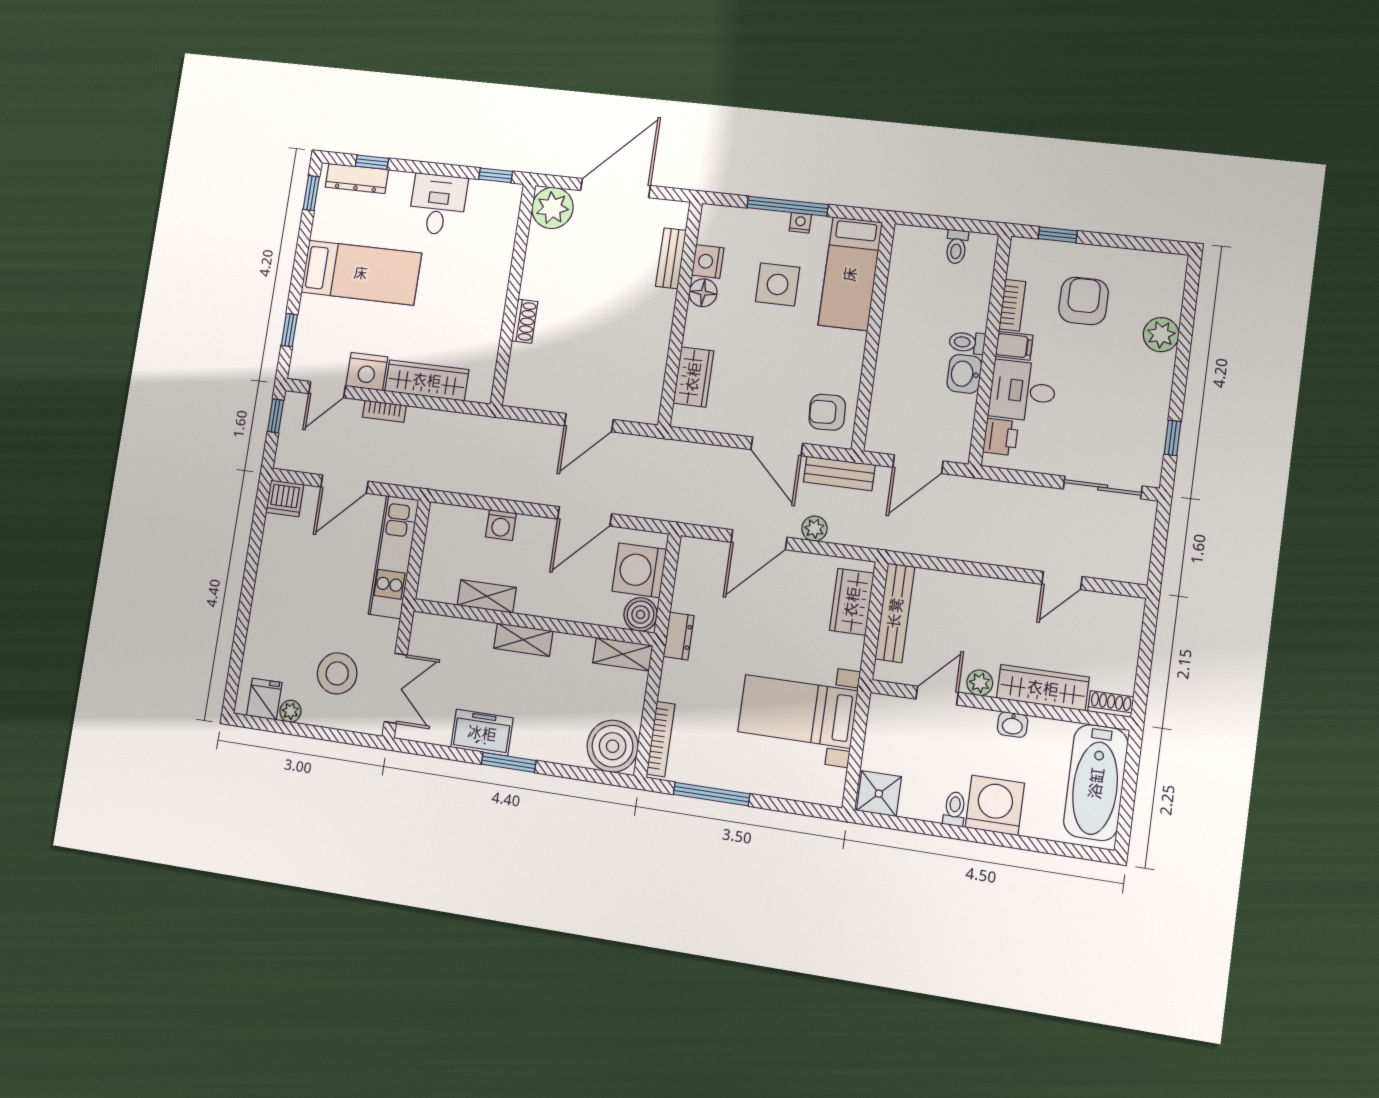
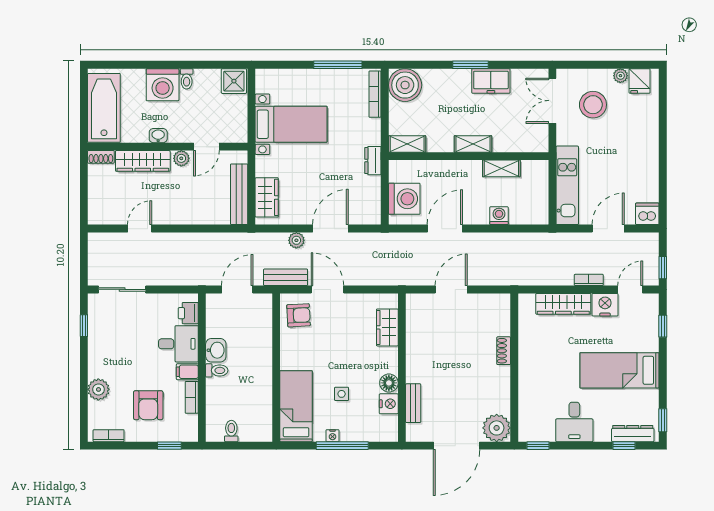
bookcase: (1154, 261) -> (109, 436), added
side table: (778, 284) -> (342, 394), width x0.54, depth x0.54
boiler: (641, 614) -> (399, 171), removed

